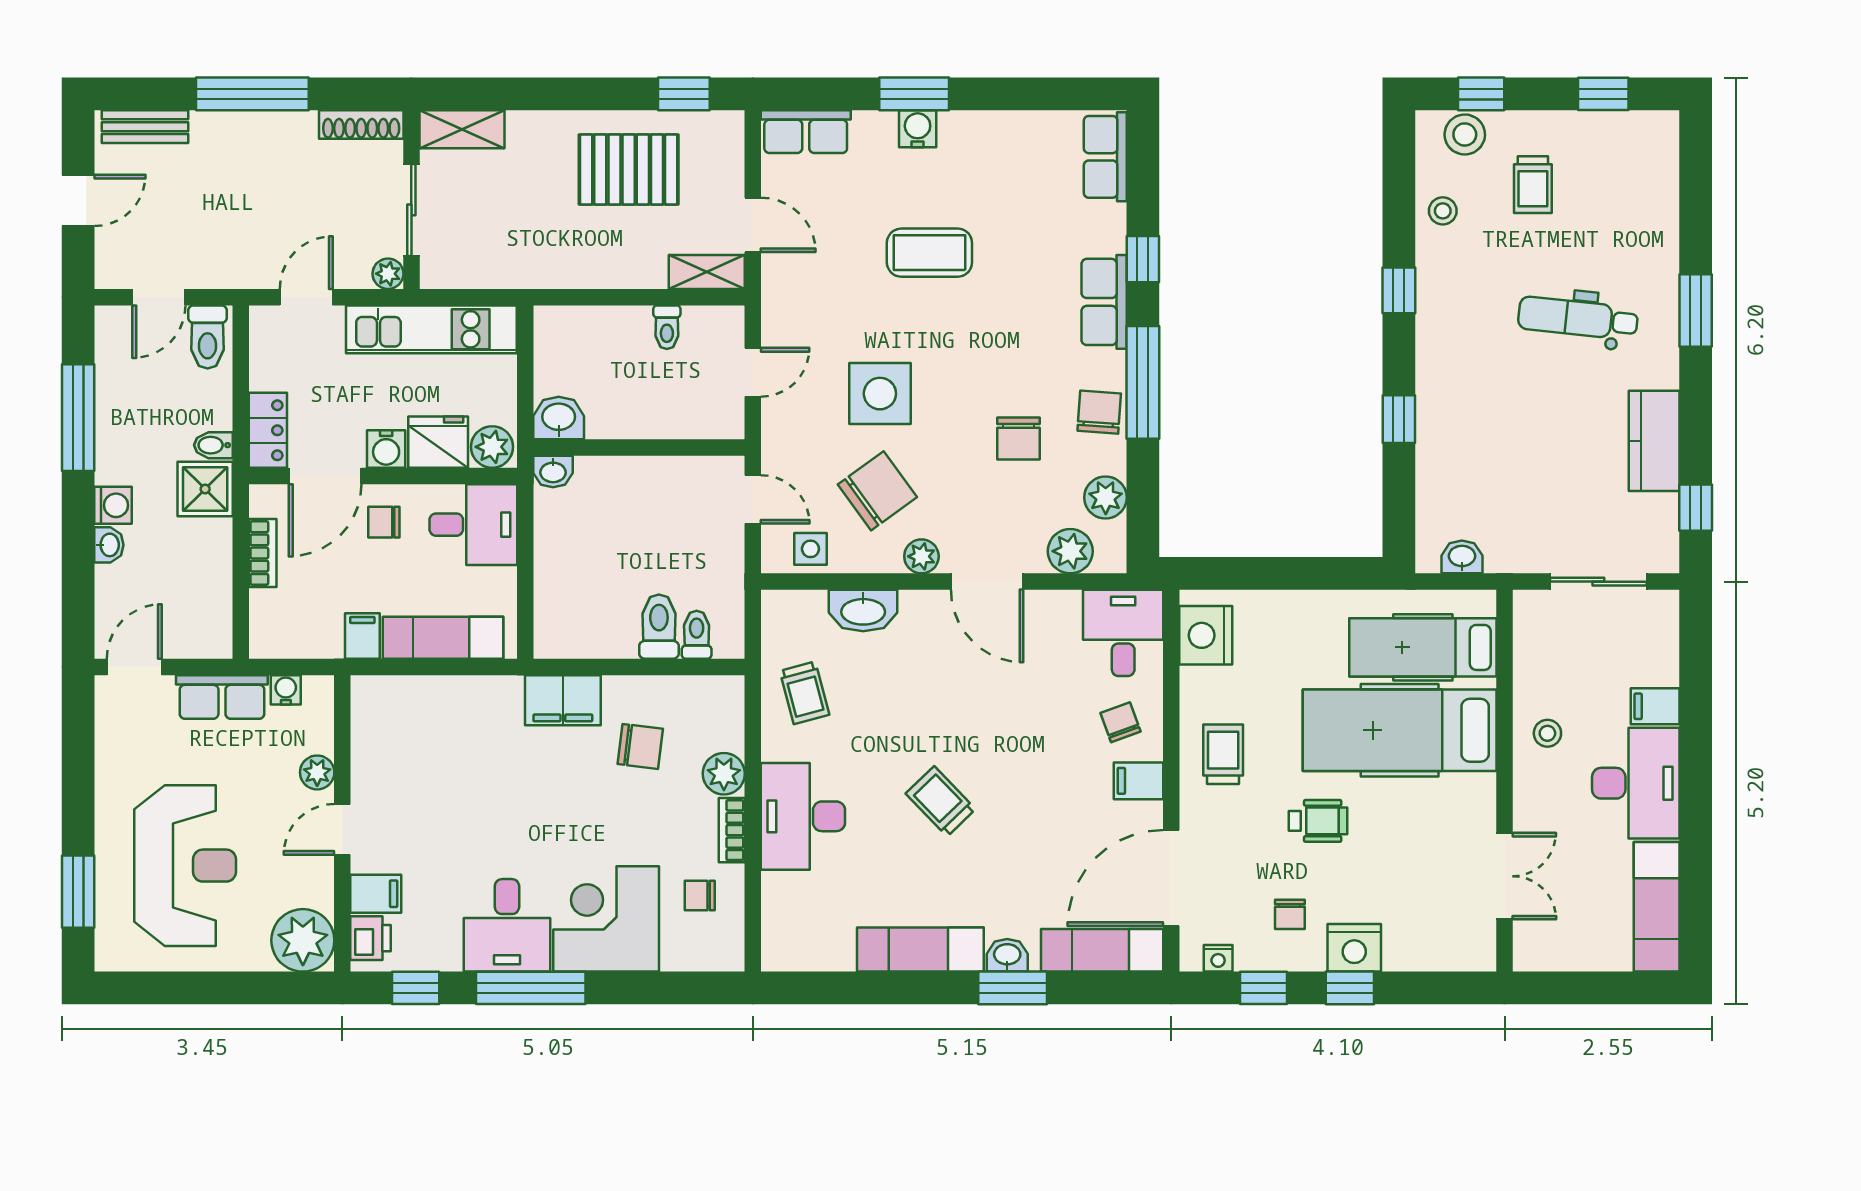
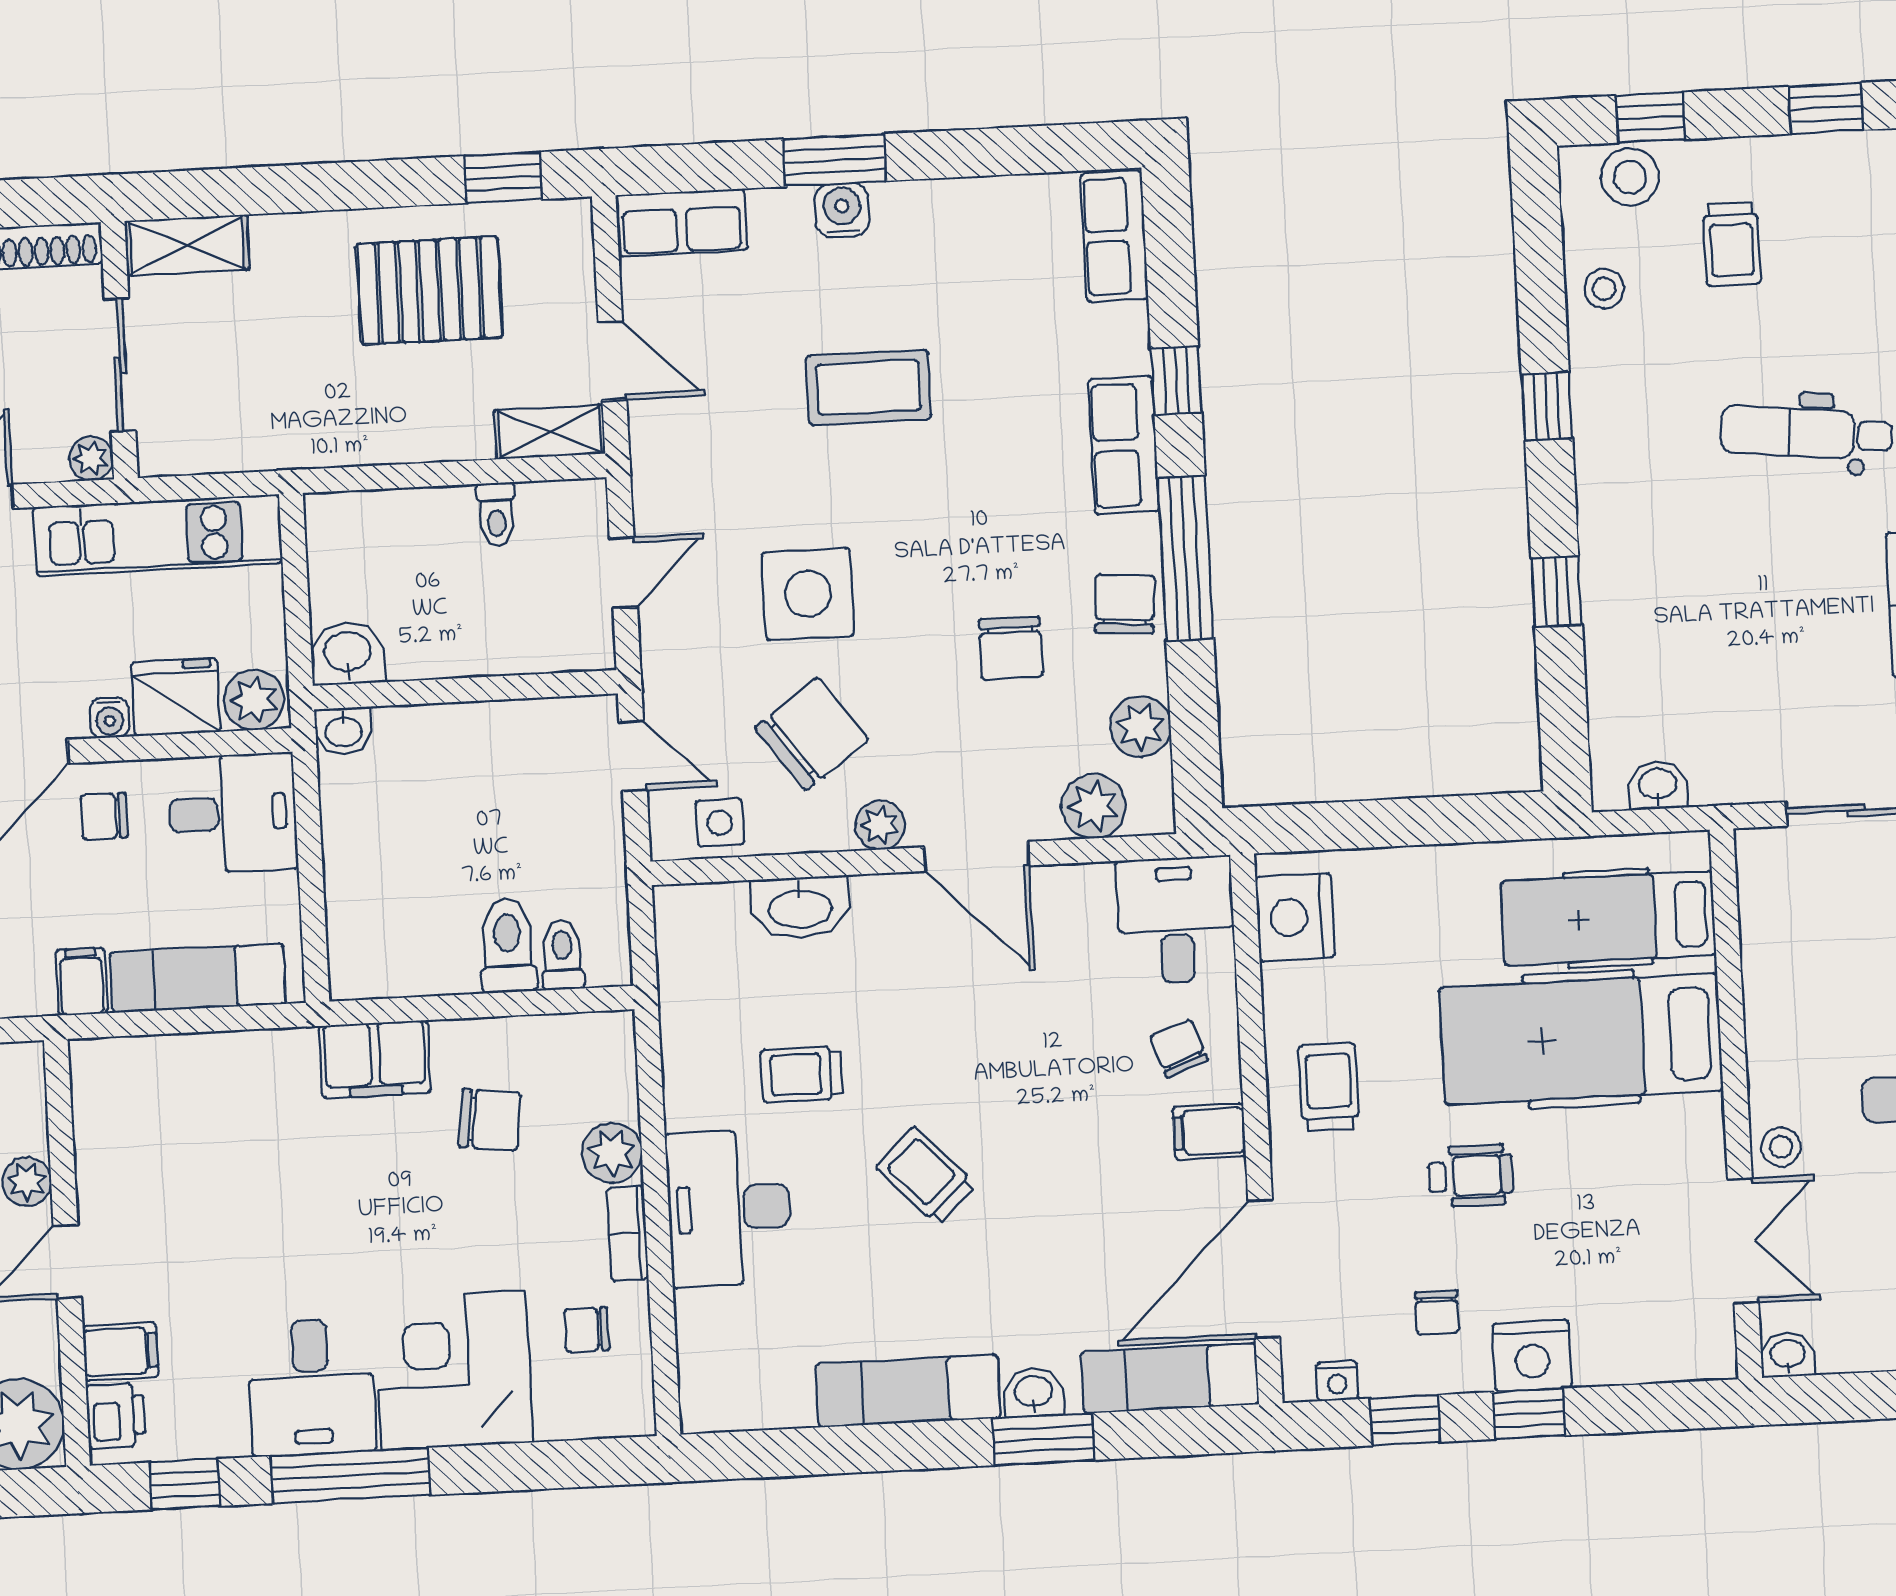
water cooler: (386, 449) -> (110, 718), width x0.72, depth x0.72
trolley: (804, 693) -> (802, 1074), moved, turned 105
stool: (1547, 733) -> (1781, 1147), moved
washbasin: (1531, 957) -> (1788, 1355), added

